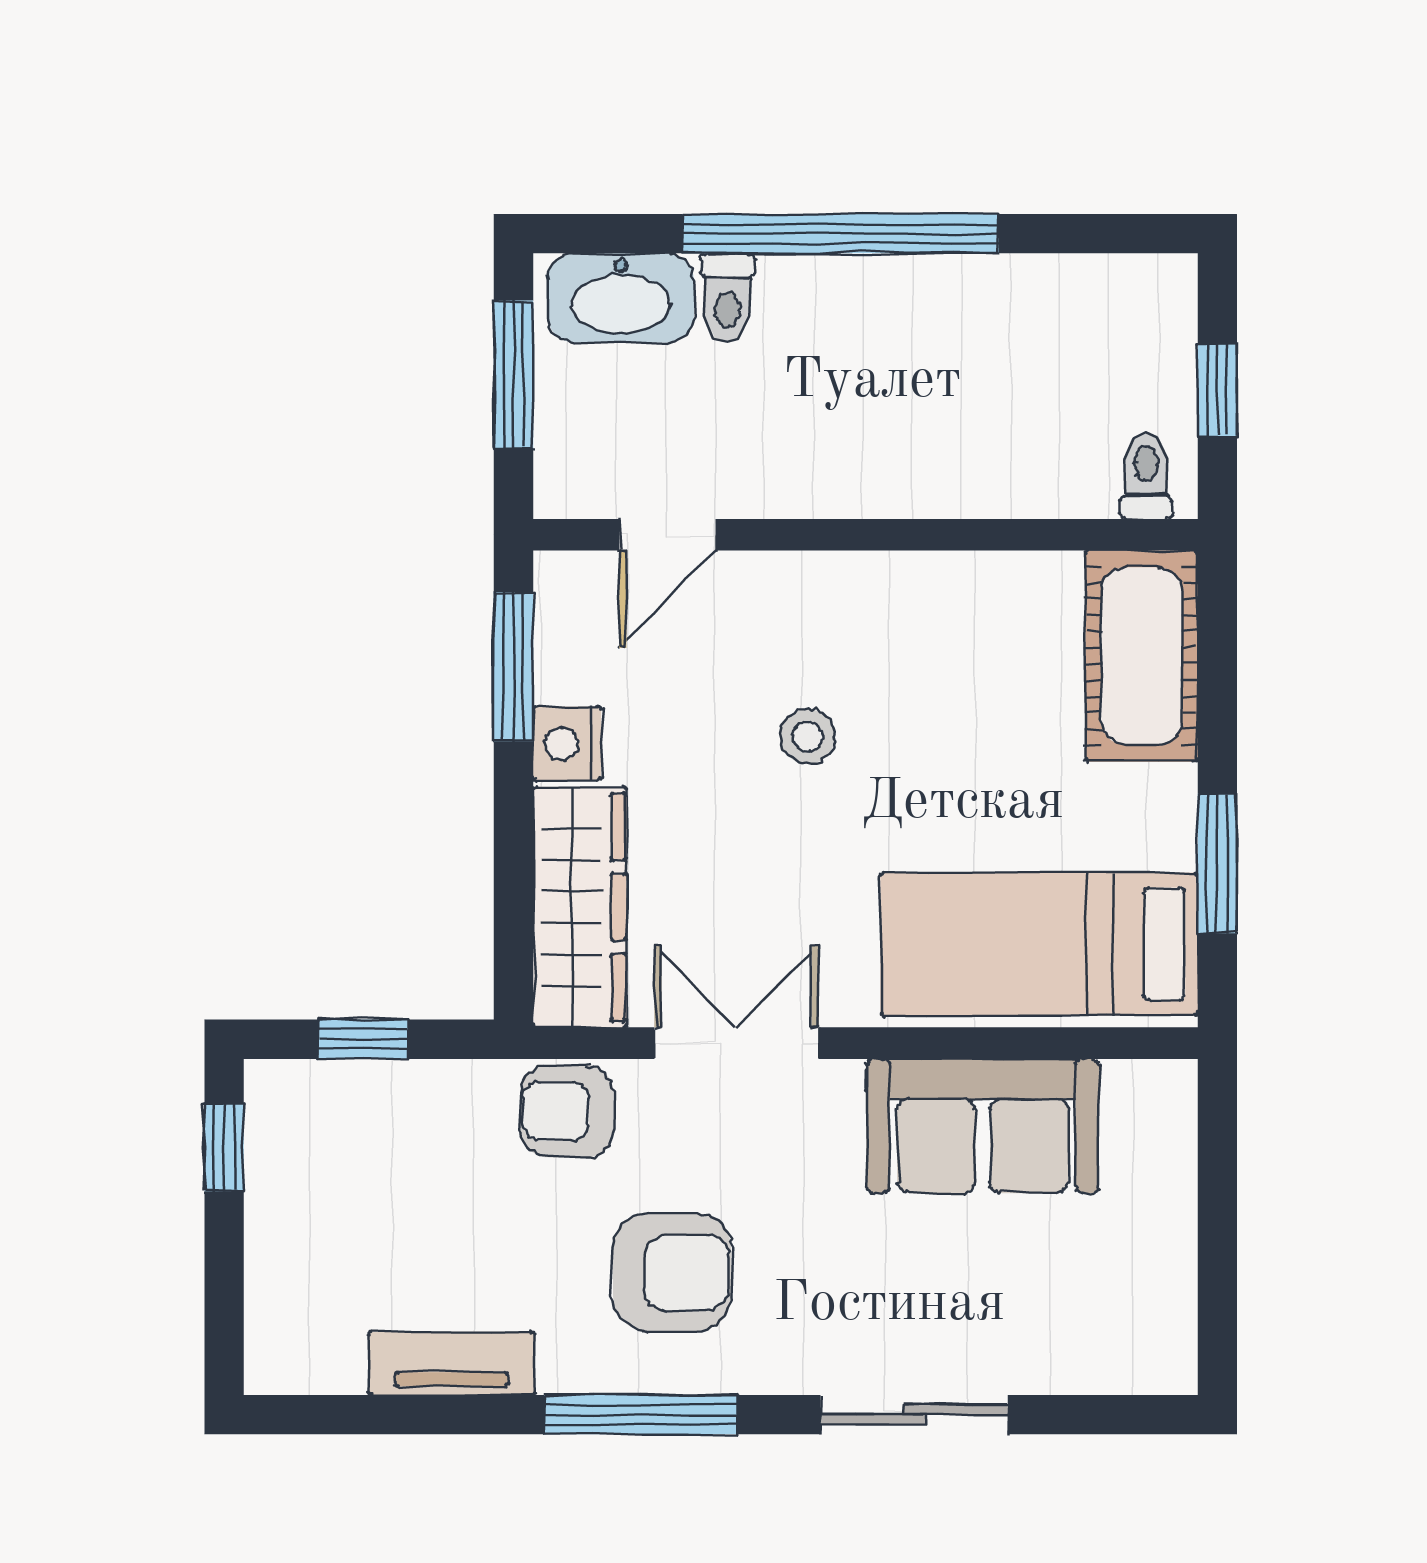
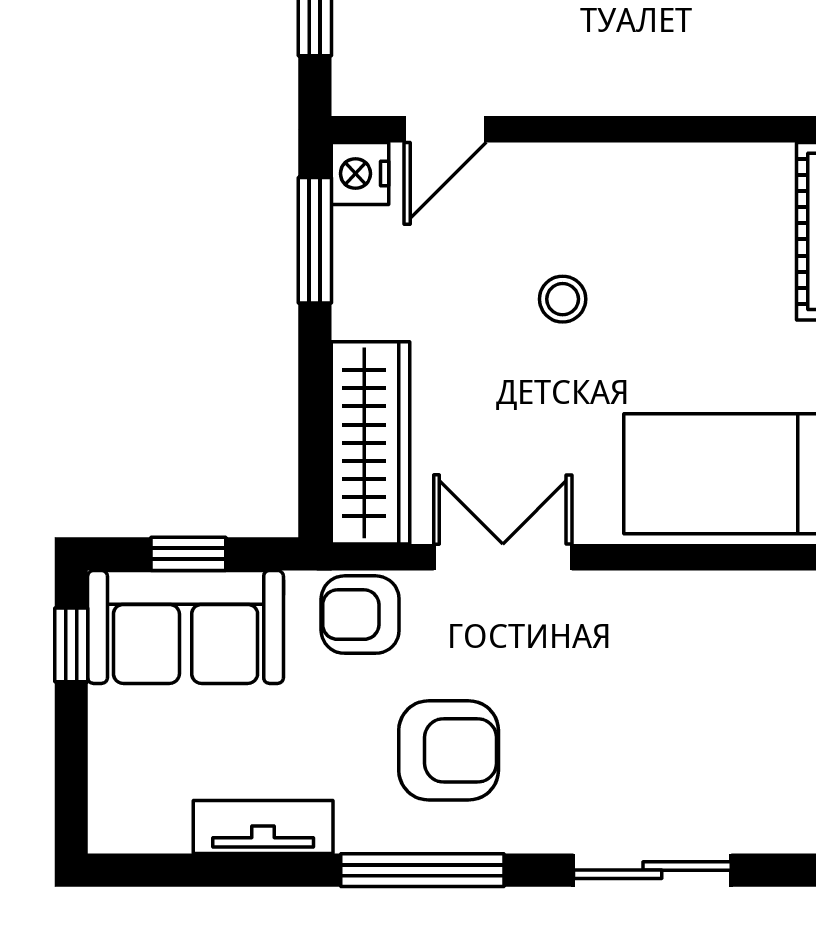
nightstand: (567, 744) -> (360, 174), moved
sofa: (983, 1126) -> (186, 627), moved

